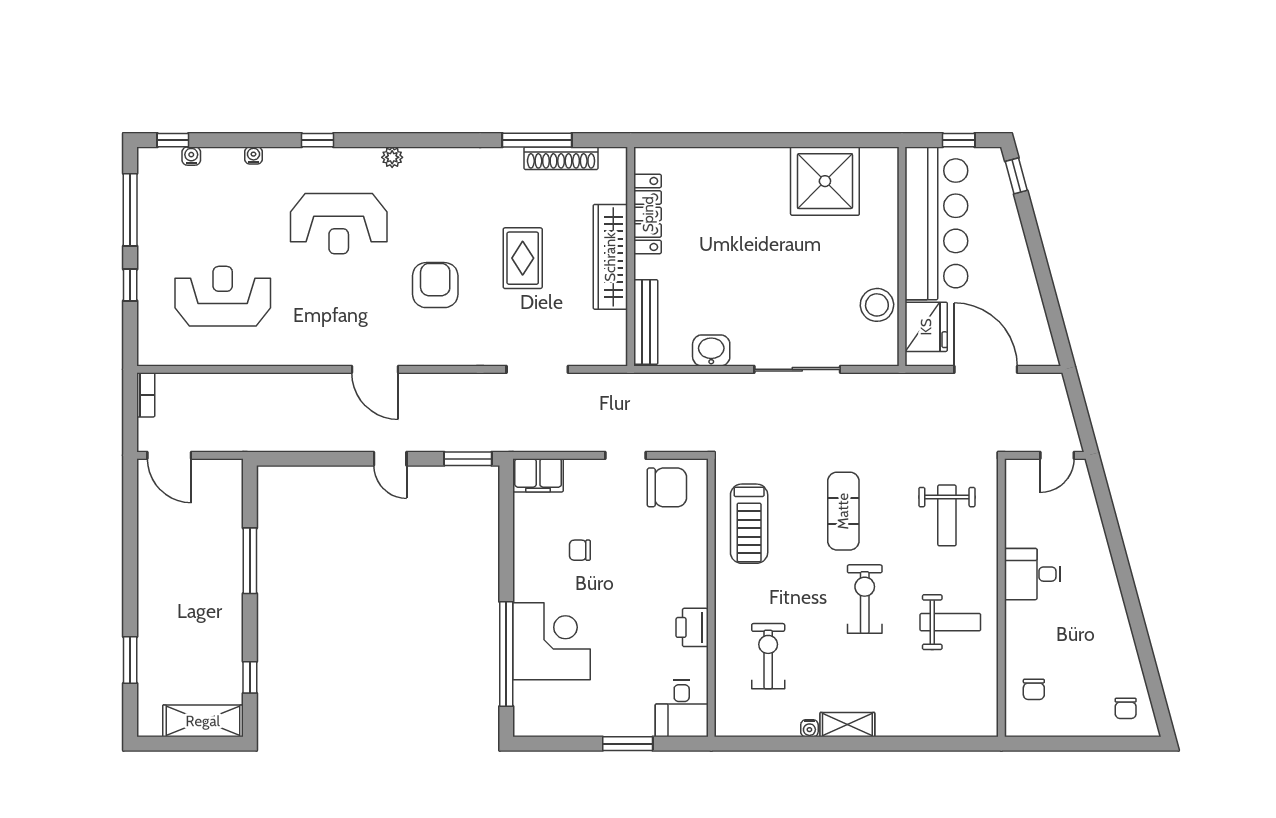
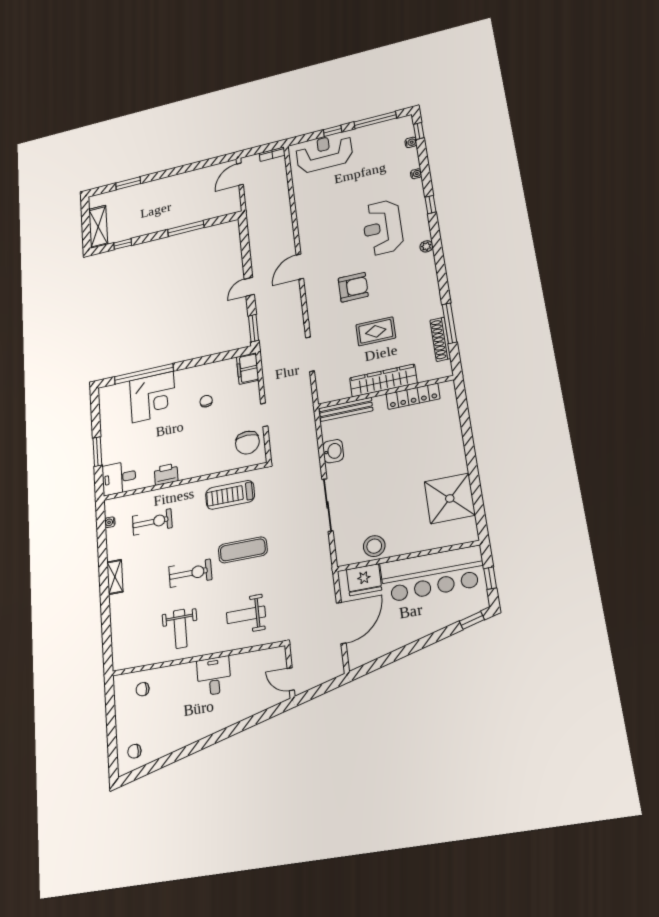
reception desk: (223, 296) -> (324, 153), moved, turned -90
water cooler: (809, 728) -> (110, 522), moved

